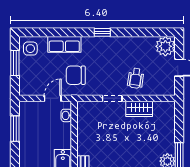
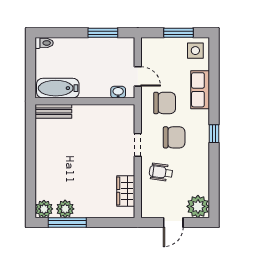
chair: (105, 67) -> (174, 137), added
chair: (76, 75) -> (165, 103), turned 90
wardrobe: (139, 109) -> (126, 191), moved

